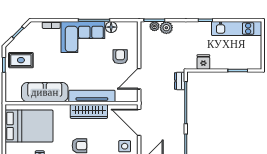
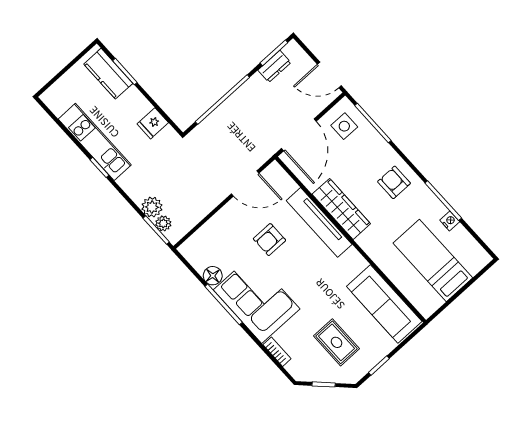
kitchen unit: (237, 29) -> (95, 142), moved
armchair: (120, 57) -> (269, 240), moved
rug: (21, 60) -> (337, 342), moved
kitchen counter: (244, 62) -> (108, 74), added
dresser: (180, 81) -> (274, 66), moved
sofa: (45, 92) -> (384, 304), moved
bed: (29, 126) -> (433, 260), width x0.67

